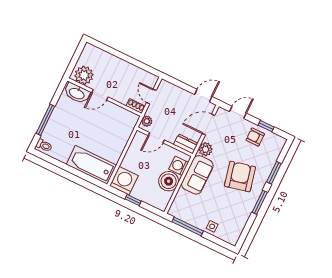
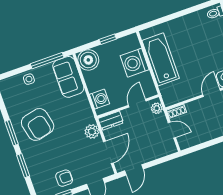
bathtub: (91, 165) -> (161, 59), moved, turned -90
sofa: (197, 175) -> (68, 77), moved
armchair: (240, 176) -> (38, 124), moved
washing machine: (124, 181) -> (135, 63), moved, turned 90
boiler: (169, 181) -> (88, 60), moved

